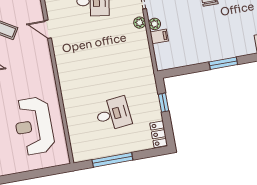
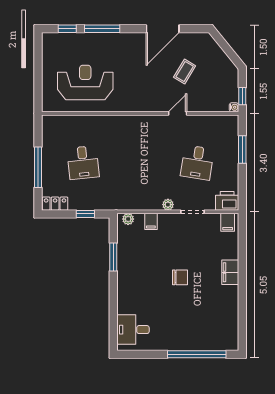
plant: (155, 24) -> (128, 219), moved
window: (223, 63) -> (113, 257), moved
window: (112, 160) -> (38, 167), moved

